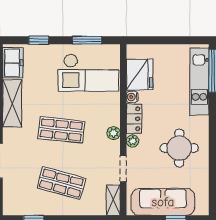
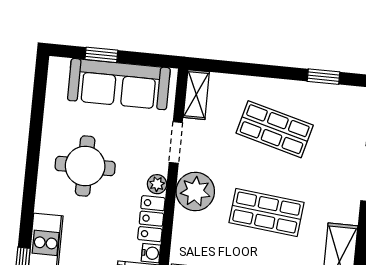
plant: (114, 133) -> (195, 191), width x1.88, depth x1.88

